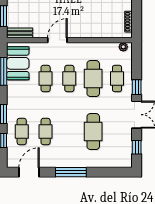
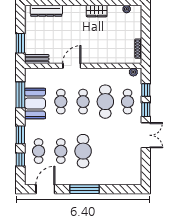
booth: (18, 63) -> (35, 103), moved
cafe table: (93, 132) -> (83, 151), moved
window: (137, 147) -> (146, 90), moved

